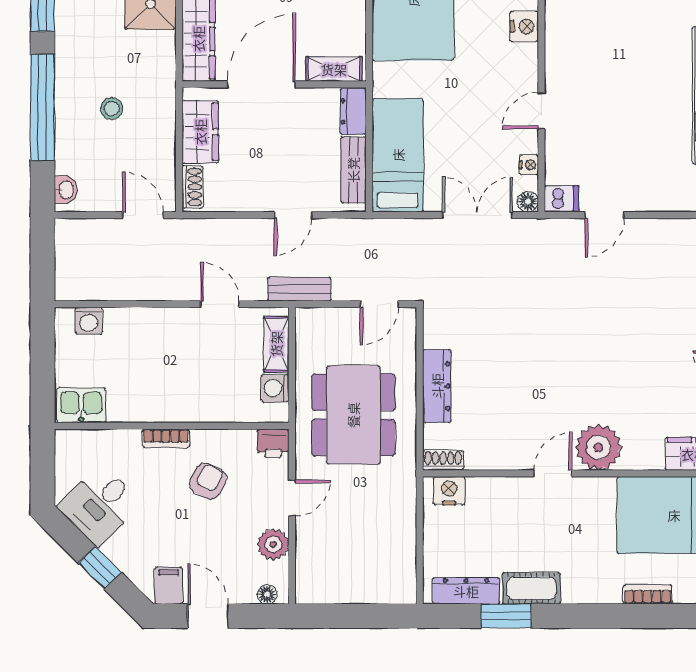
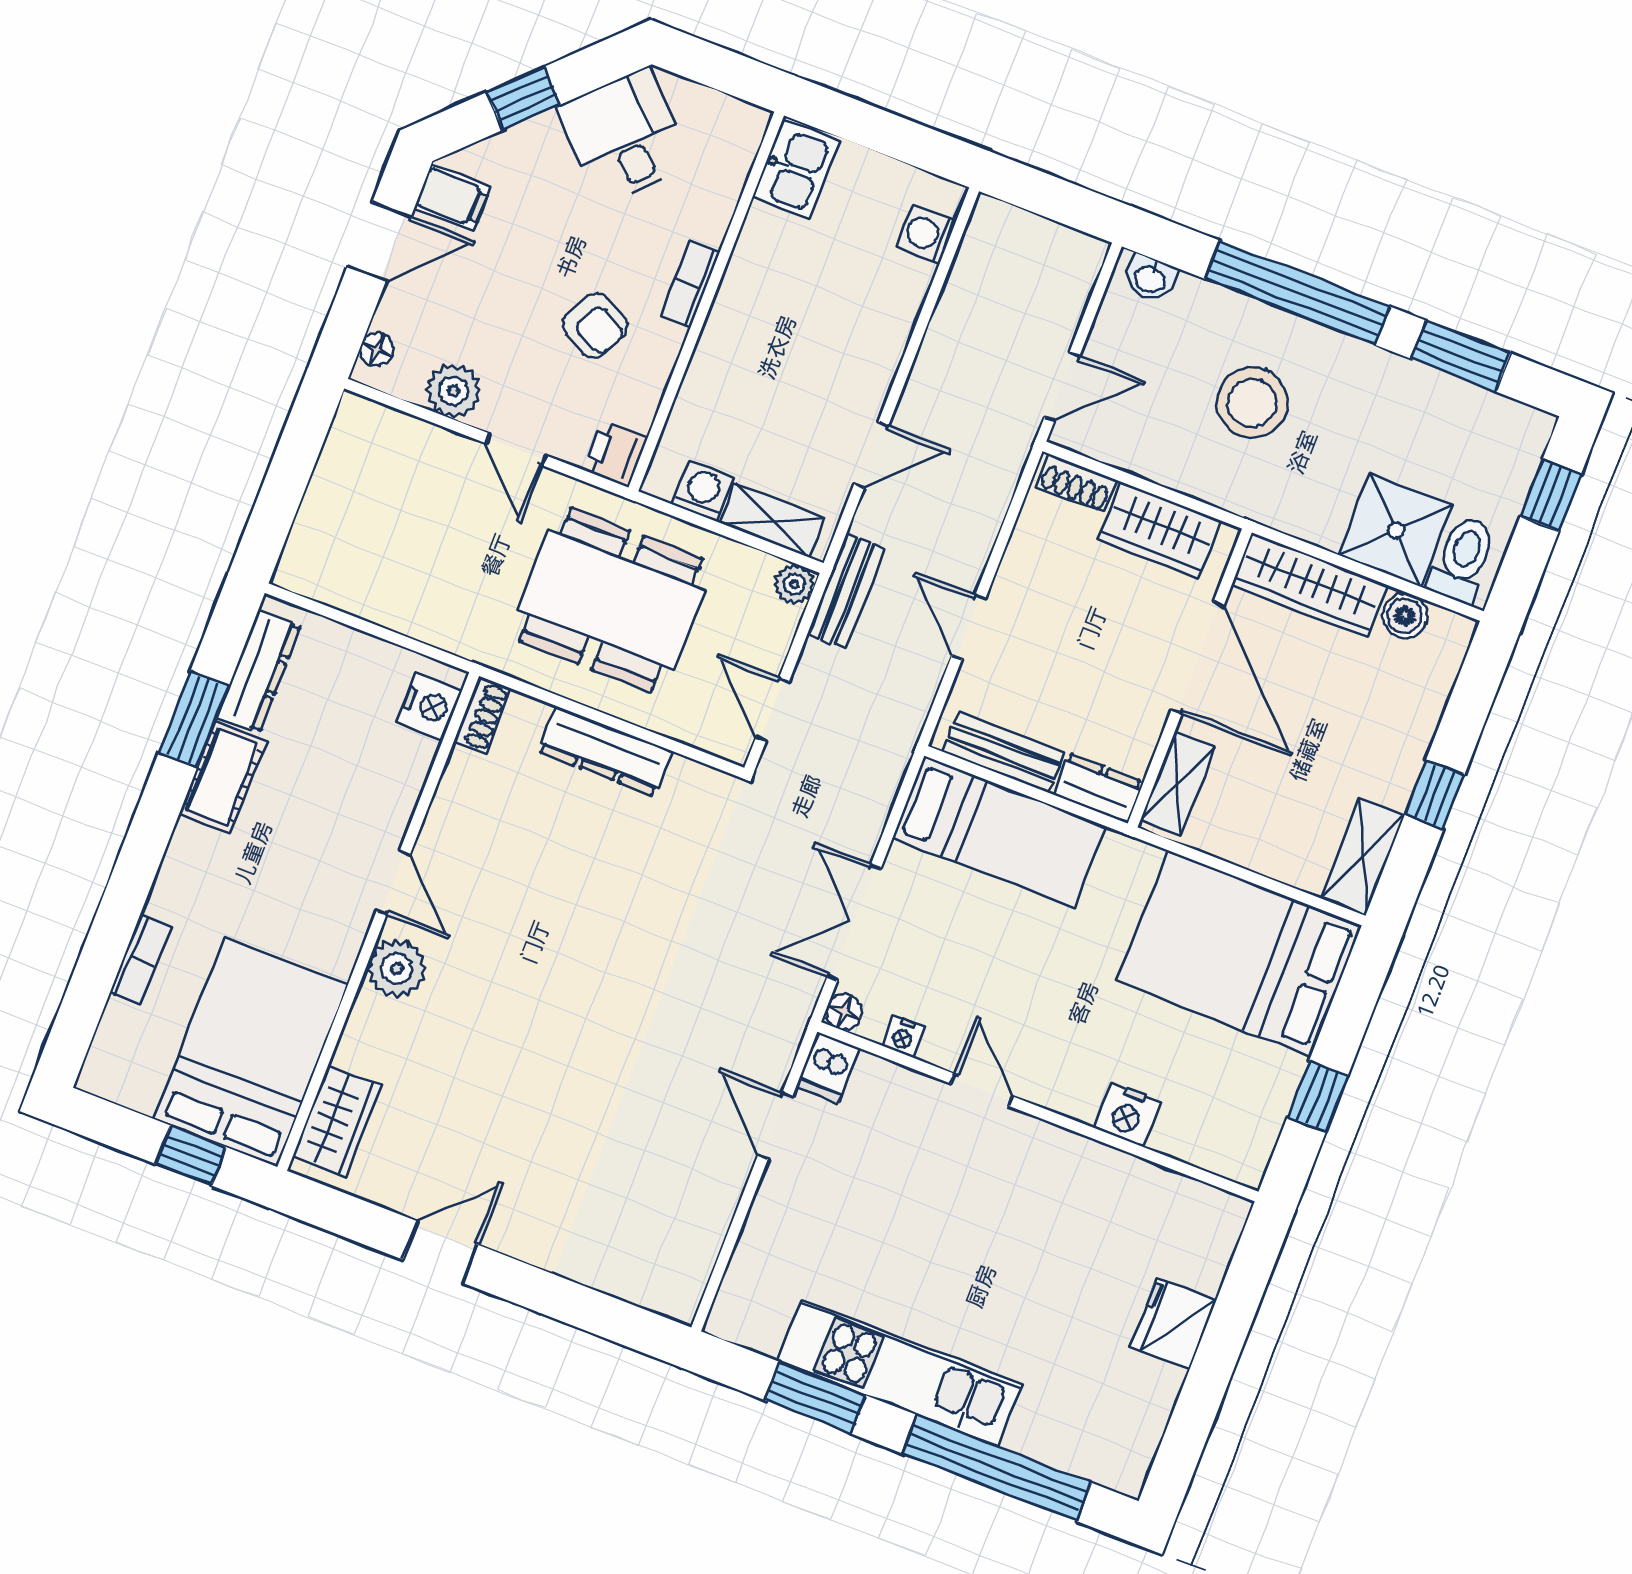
stool: (112, 108) -> (1252, 403), width x1.89, depth x1.89
double door: (477, 215) -> (854, 922), swing flipped
plant: (306, 319) -> (794, 584), added
plant: (599, 447) -> (397, 969), width x0.73, depth x0.73

